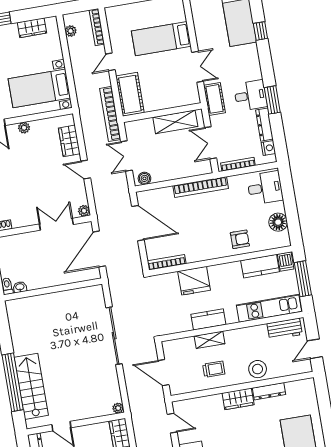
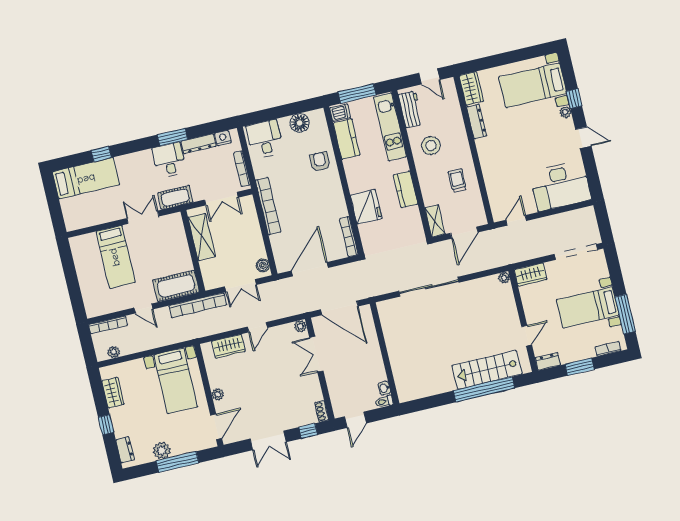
shelving: (209, 340) -> (435, 221), moved
stool: (258, 369) -> (431, 146), moved
wardrobe: (238, 399) -> (471, 88), moved

